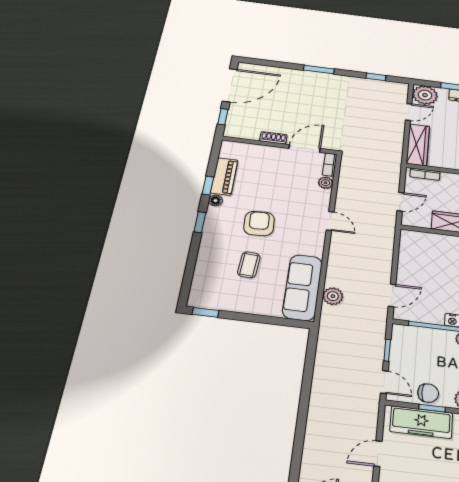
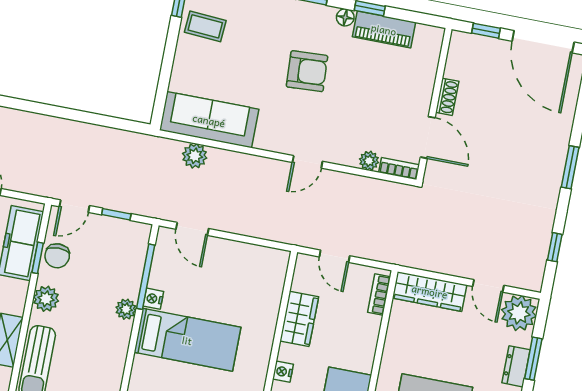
coffee table: (249, 265) -> (205, 26), moved

